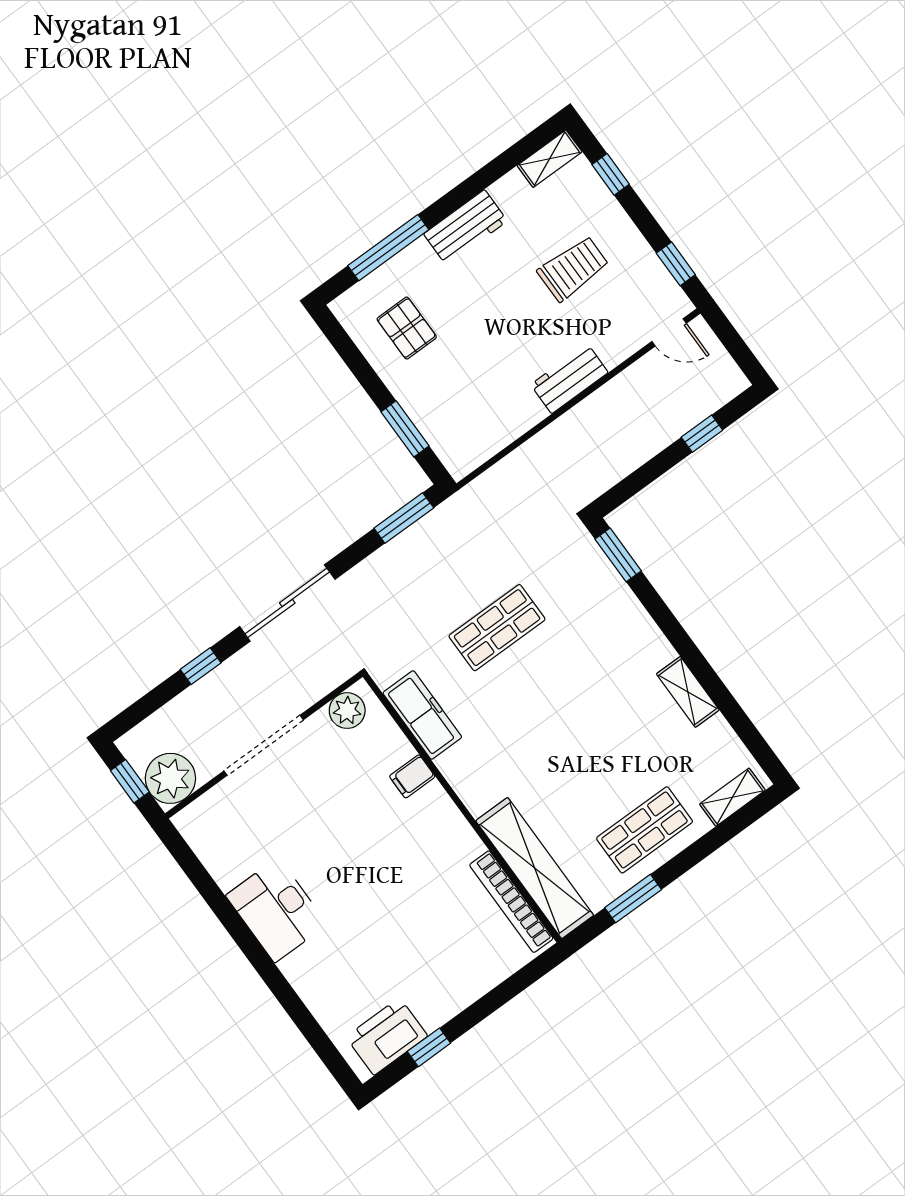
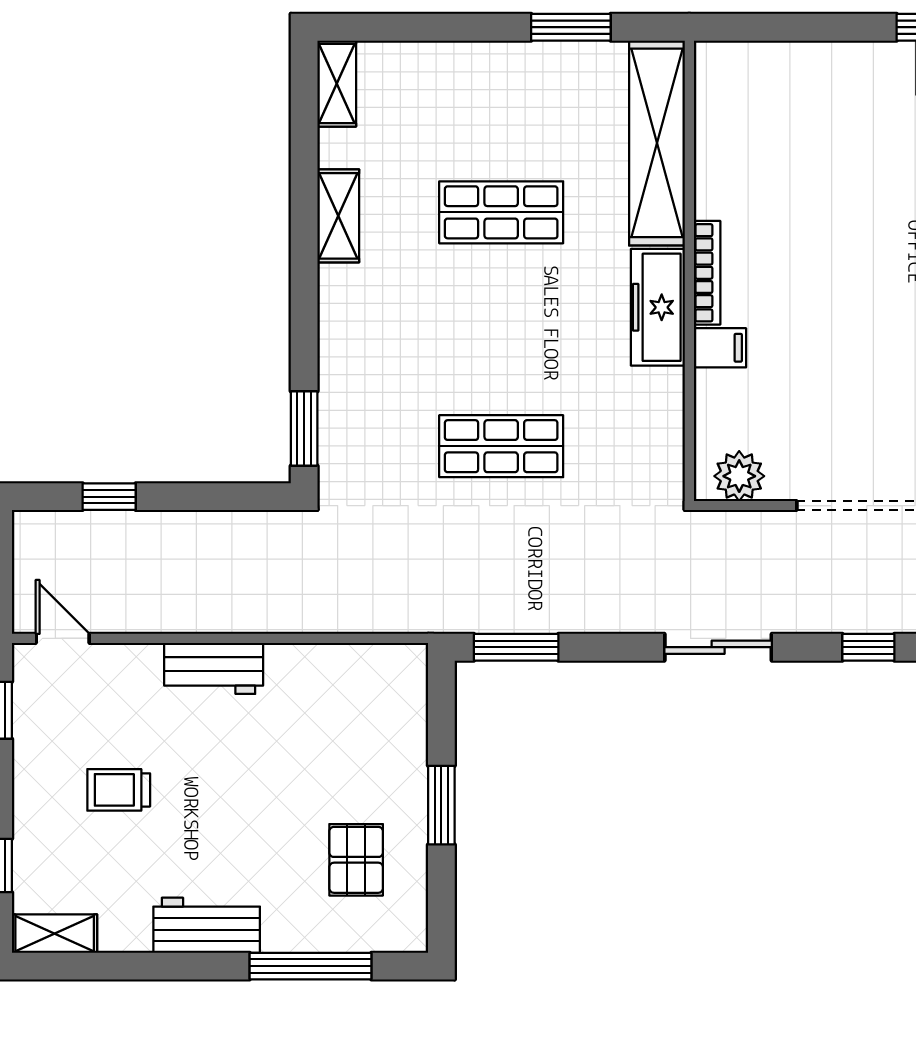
trolley: (573, 269) -> (119, 790), width x0.73, depth x0.72
window: (405, 429) -> (441, 805), moved
sliding door: (287, 603) -> (718, 647), width x0.73
freezer: (422, 715) -> (658, 307), moved
shelving: (732, 797) -> (337, 84), moved, turned 90
shop shelf: (645, 830) -> (501, 212), moved
bookcase: (511, 902) -> (707, 273), moved, width x0.68, depth x0.76

